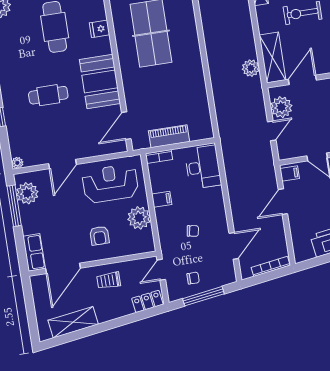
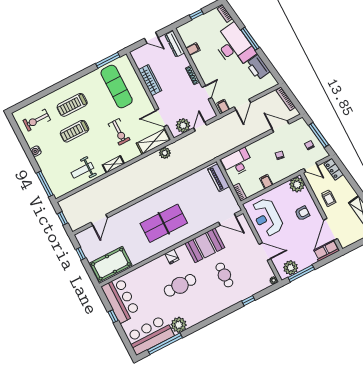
door: (272, 131) -> (200, 127), hinge flipped
piano: (169, 136) -> (218, 178), moved
door: (283, 202) -> (242, 105), hinge flipped
plant: (139, 218) -> (297, 185), moved
door: (63, 268) -> (330, 229), swing flipped

